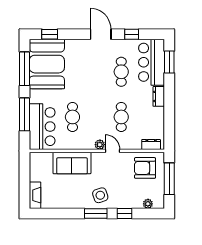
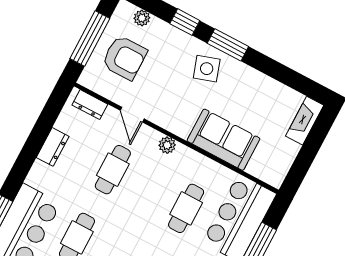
dresser: (159, 96) -> (53, 147), moved
door: (113, 151) -> (132, 115), moved
armchair: (145, 168) -> (124, 58), moved

